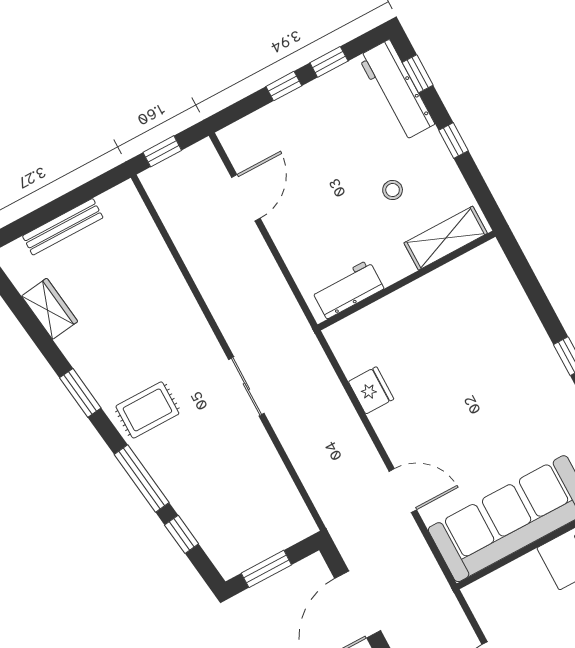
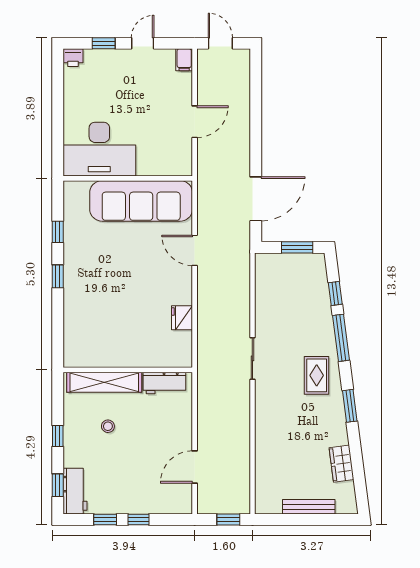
workbench: (396, 90) -> (75, 491), width x0.73
shelving: (446, 238) -> (104, 382), width x1.47
rug: (147, 410) -> (317, 375), turned 90

